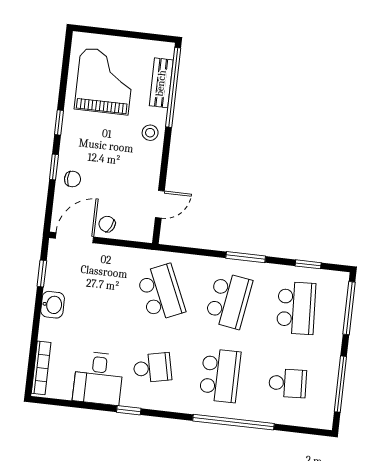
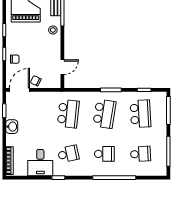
school desk: (161, 293) -> (68, 114), turned 30
school desk: (220, 375) -> (104, 154), width x0.54

